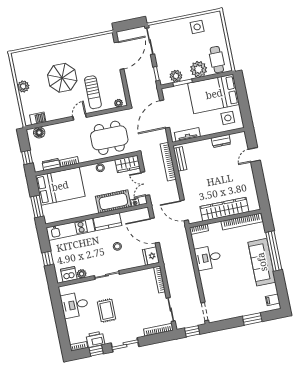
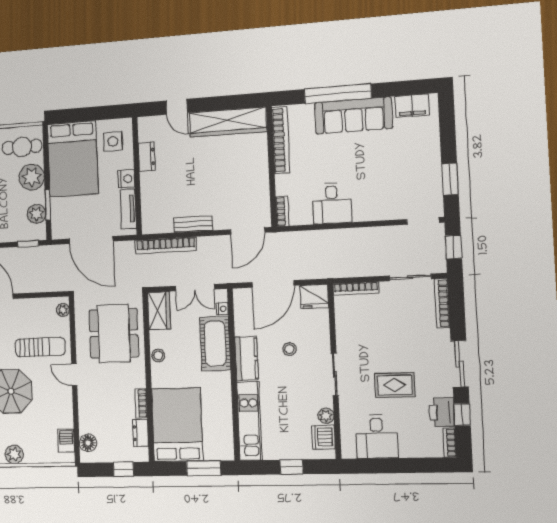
nightstand: (206, 130) -> (126, 179), added
bench: (180, 159) -> (193, 224), moved
wardrobe: (224, 209) -> (228, 122), moved, turned -90
filing cabinet: (273, 300) -> (412, 106), width x2.00
window: (252, 319) -> (450, 179), moved

